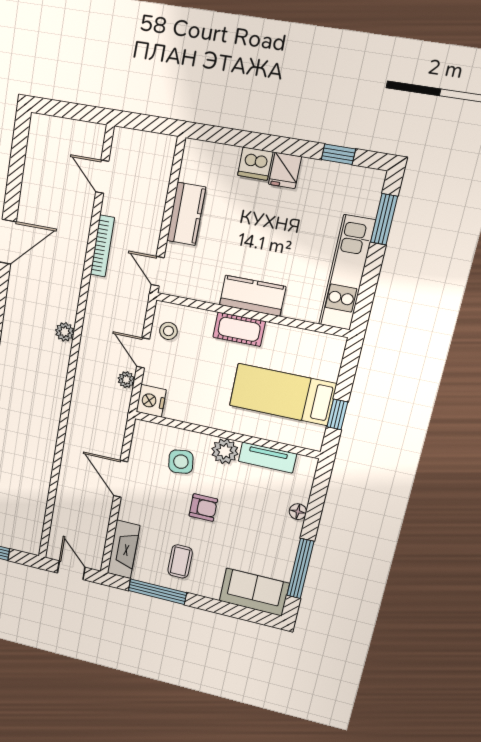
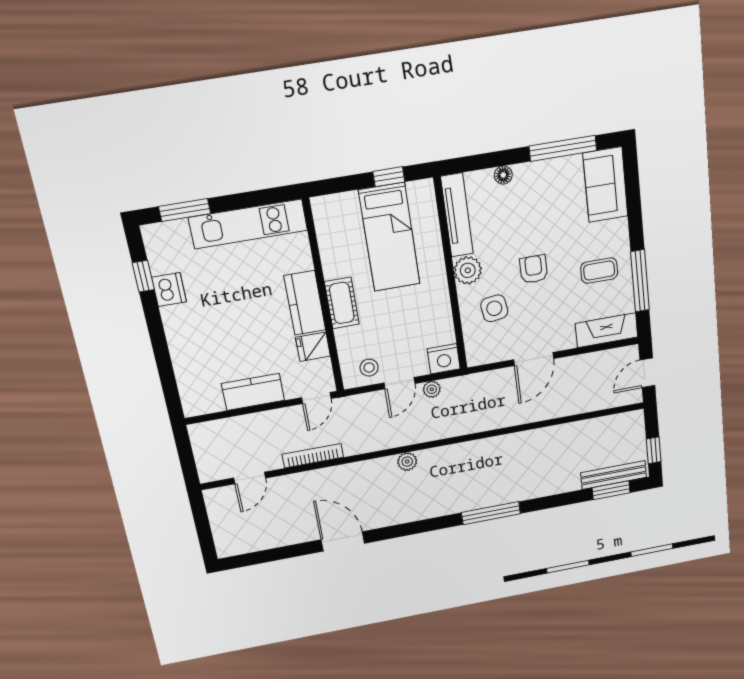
dishwasher: (255, 164) -> (169, 290), moved
fridge: (285, 170) -> (313, 347), moved, turned 180
tv unit: (267, 458) -> (457, 215), width x1.41

